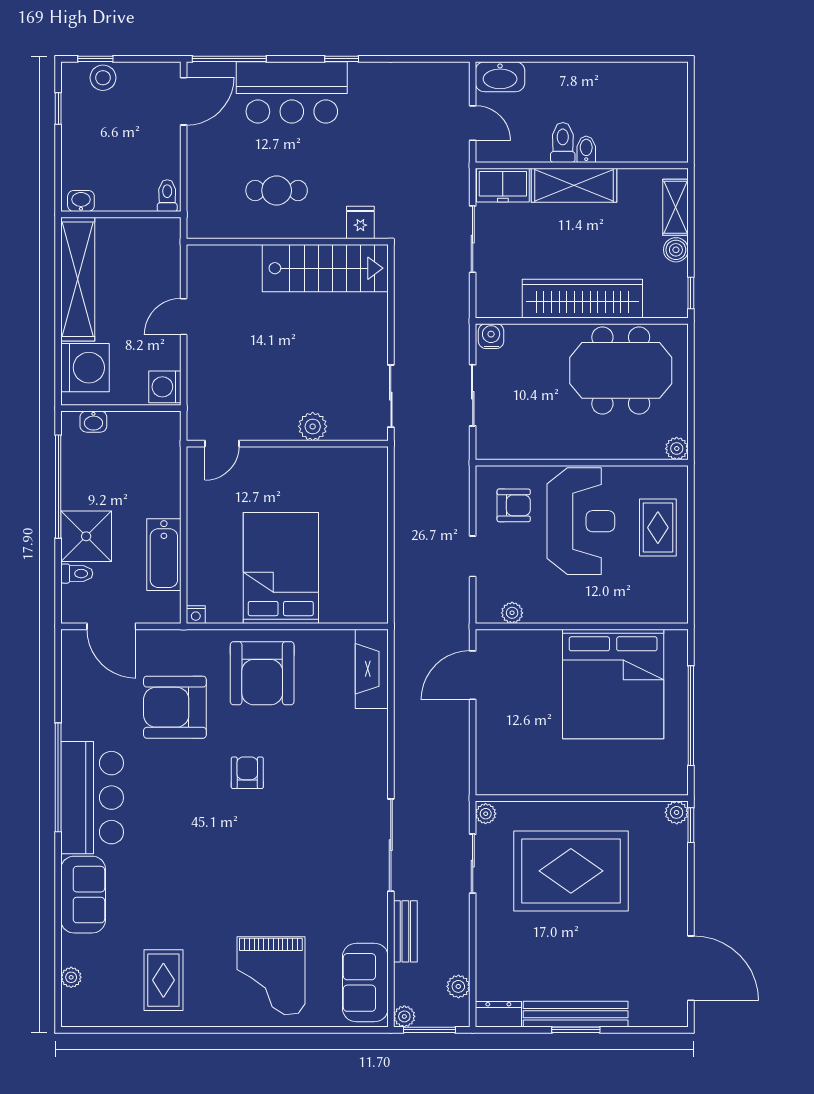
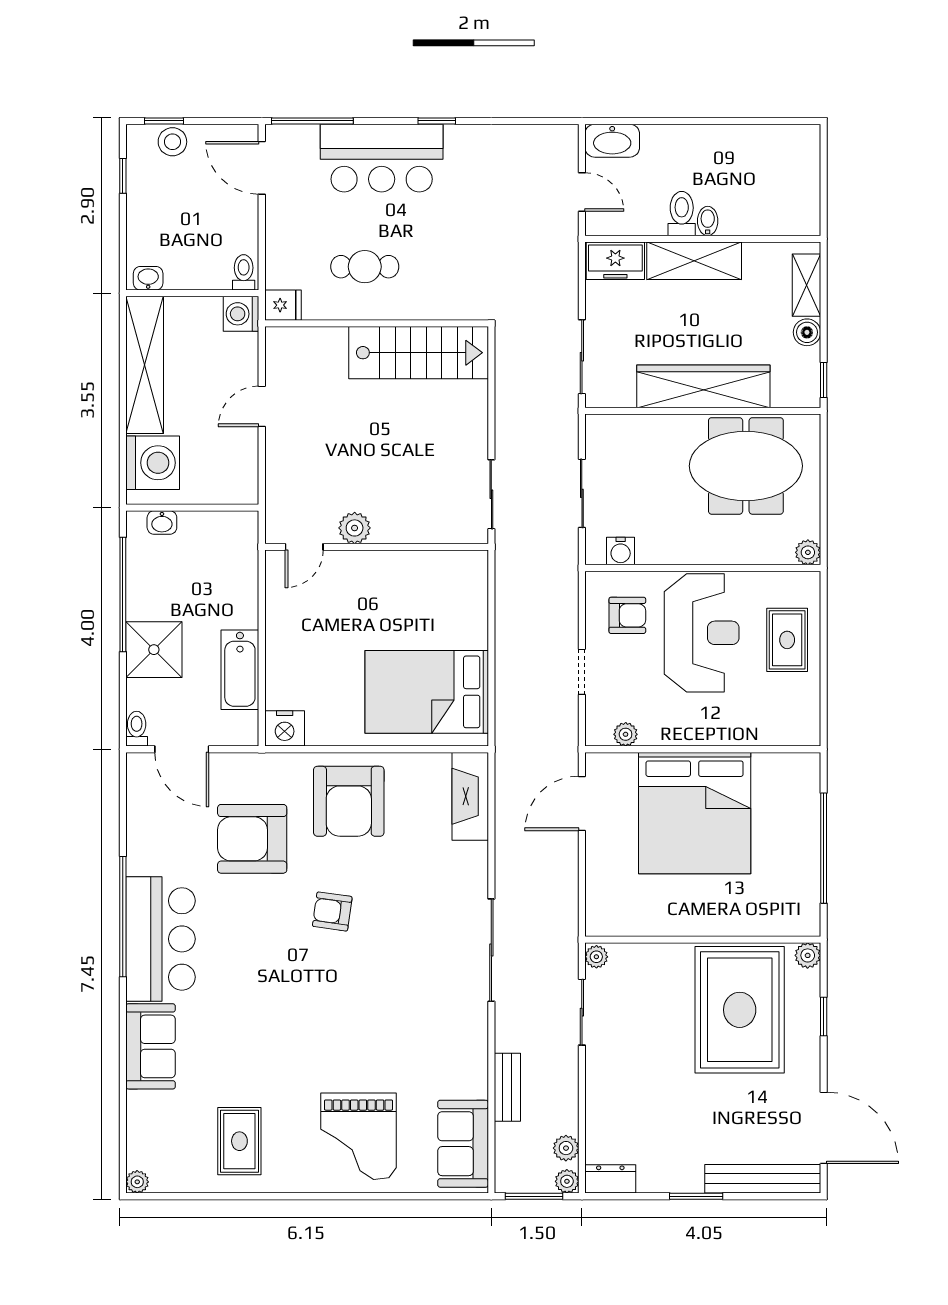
door: (184, 101) -> (262, 168), swing flipped
fridge: (360, 223) -> (283, 305), moved, turned 90
sliding door: (473, 239) -> (582, 357), moved
water cooler: (491, 336) -> (621, 551), moved, turned 180
washing machine: (165, 387) -> (241, 314), moved
plant: (313, 426) -> (355, 528), moved
bed: (281, 568) -> (427, 692), moved, turned -90
toilet: (77, 574) -> (137, 729), moved, turned -90
nightstand: (196, 615) -> (285, 728), width x1.89, depth x1.79
bed: (613, 684) -> (695, 813), moved
armchair: (247, 773) -> (332, 911), turned -82
window: (691, 825) -> (824, 1017), moved
sliding door: (391, 845) -> (491, 950), moved
rug: (571, 871) -> (740, 1010), moved, turned 90
plant: (71, 977) -> (137, 1182), moved
bench: (576, 1014) -> (763, 1179), moved
plant: (404, 1016) -> (567, 1181), moved

